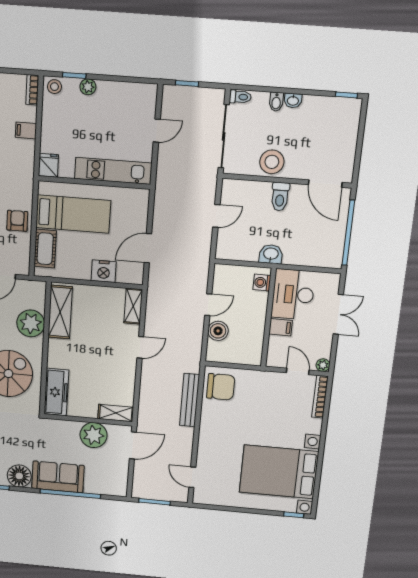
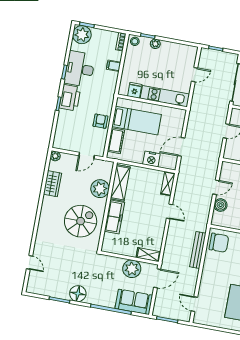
fridge: (48, 165) -> (135, 90), moved
door: (140, 347) -> (169, 211), hinge flipped
freezer: (56, 392) -> (114, 217), moved
sofa: (58, 477) -> (134, 302), moved

